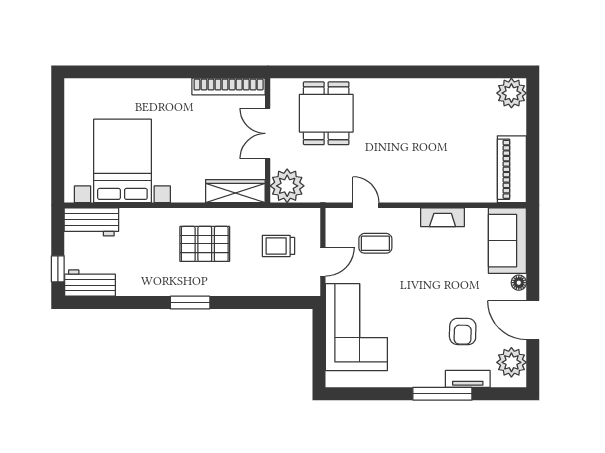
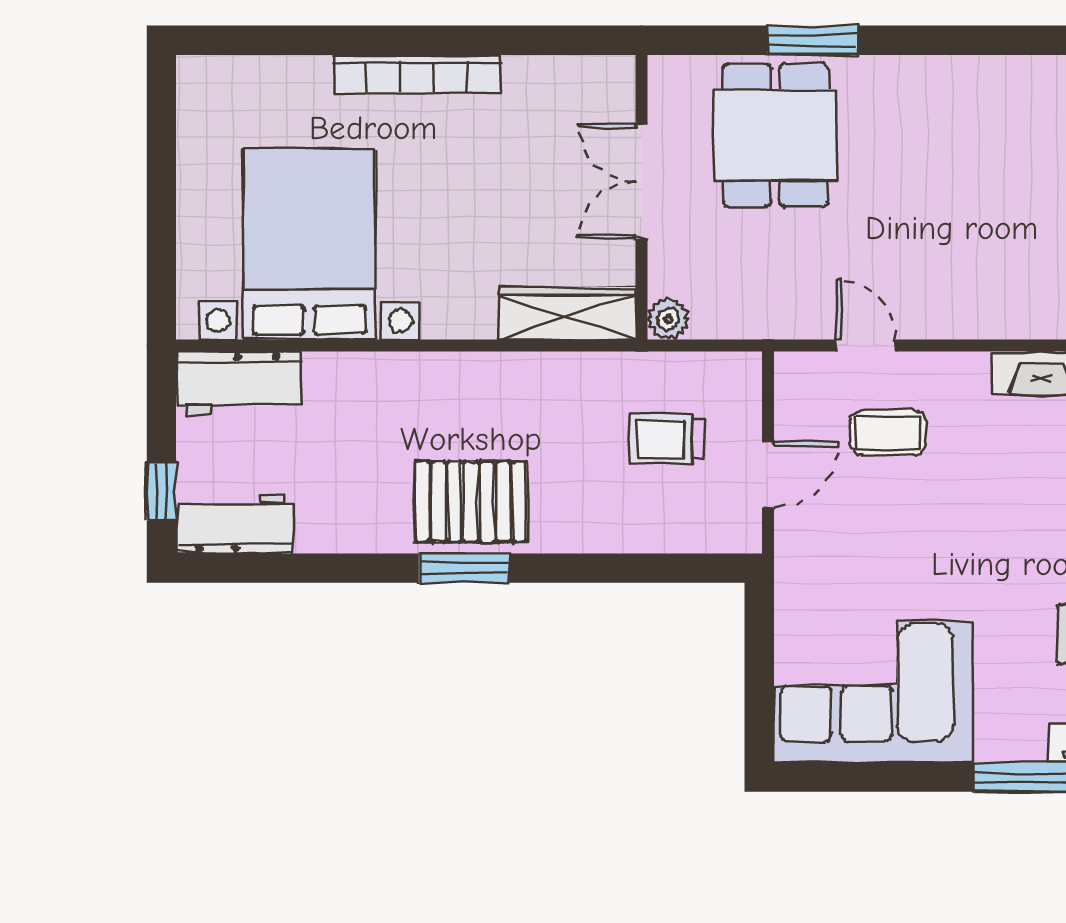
window: (342, 72) -> (812, 40), added
bookcase: (229, 87) -> (417, 74), moved
plant: (287, 186) -> (668, 319), width x0.53, depth x0.53
pallet: (205, 244) -> (471, 502), moved
corner sofa: (356, 327) -> (873, 692), moved, turned -90

